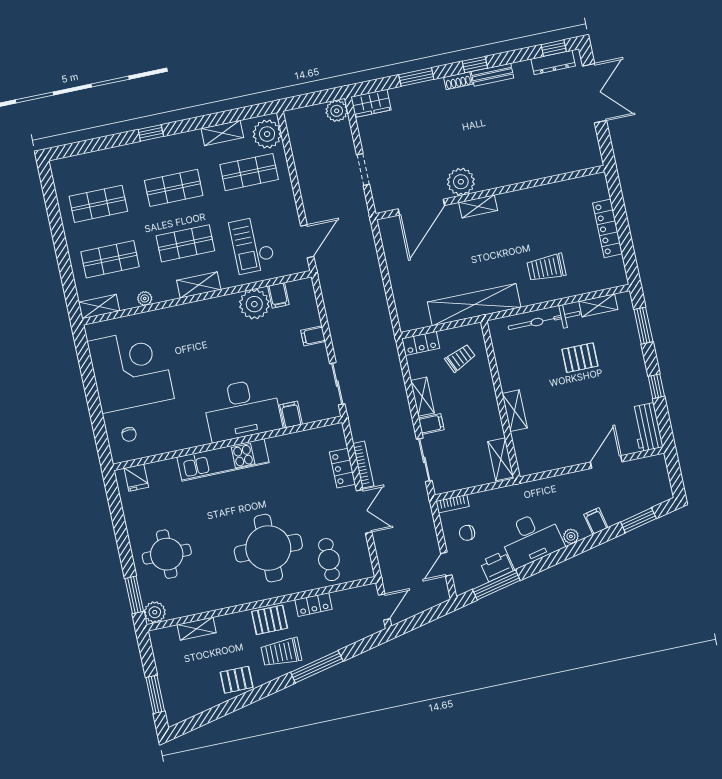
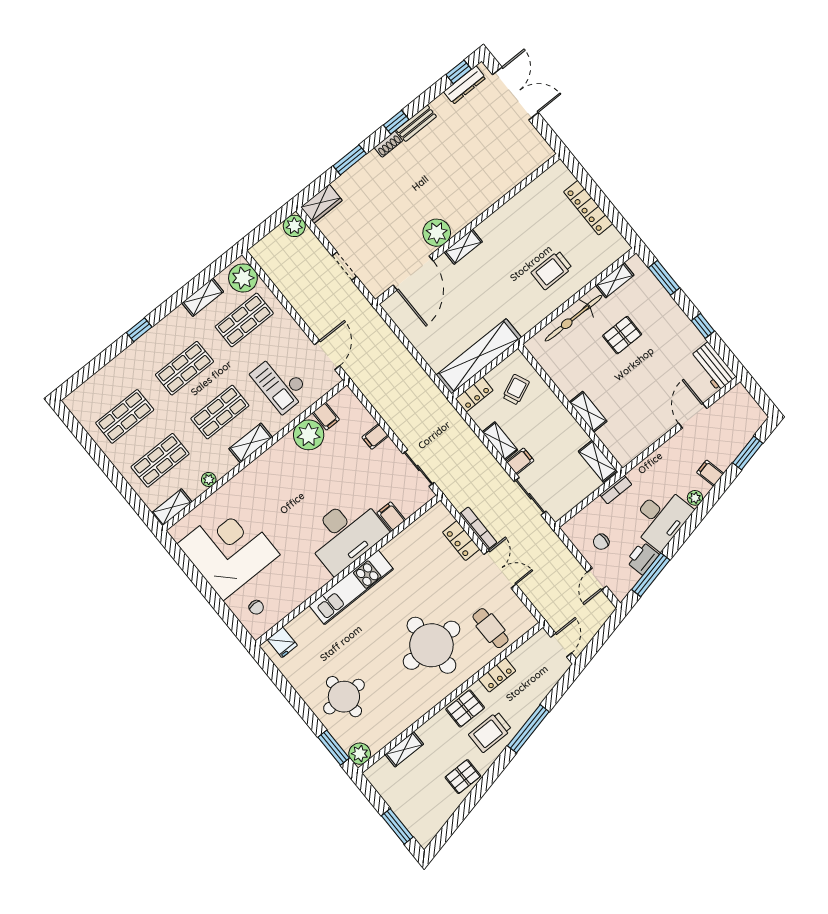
shelving: (474, 305) -> (479, 356), moved
bookcase: (453, 504) -> (616, 490), moved

